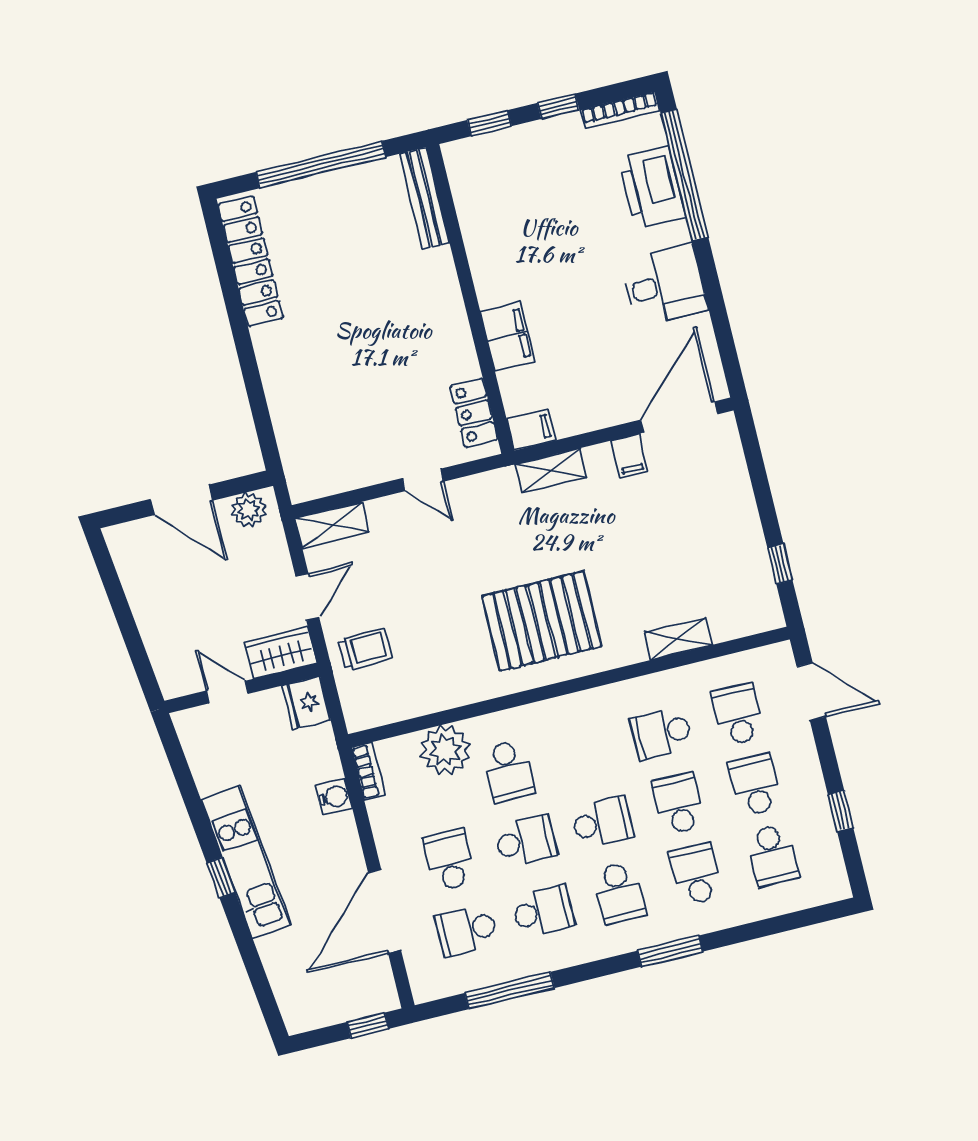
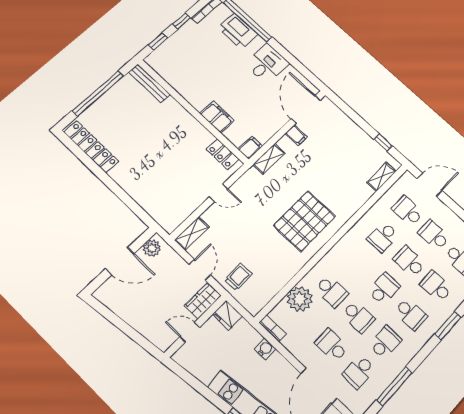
shelving: (678, 638) -> (382, 177), moved
school desk: (526, 841) -> (358, 317), turned 90

